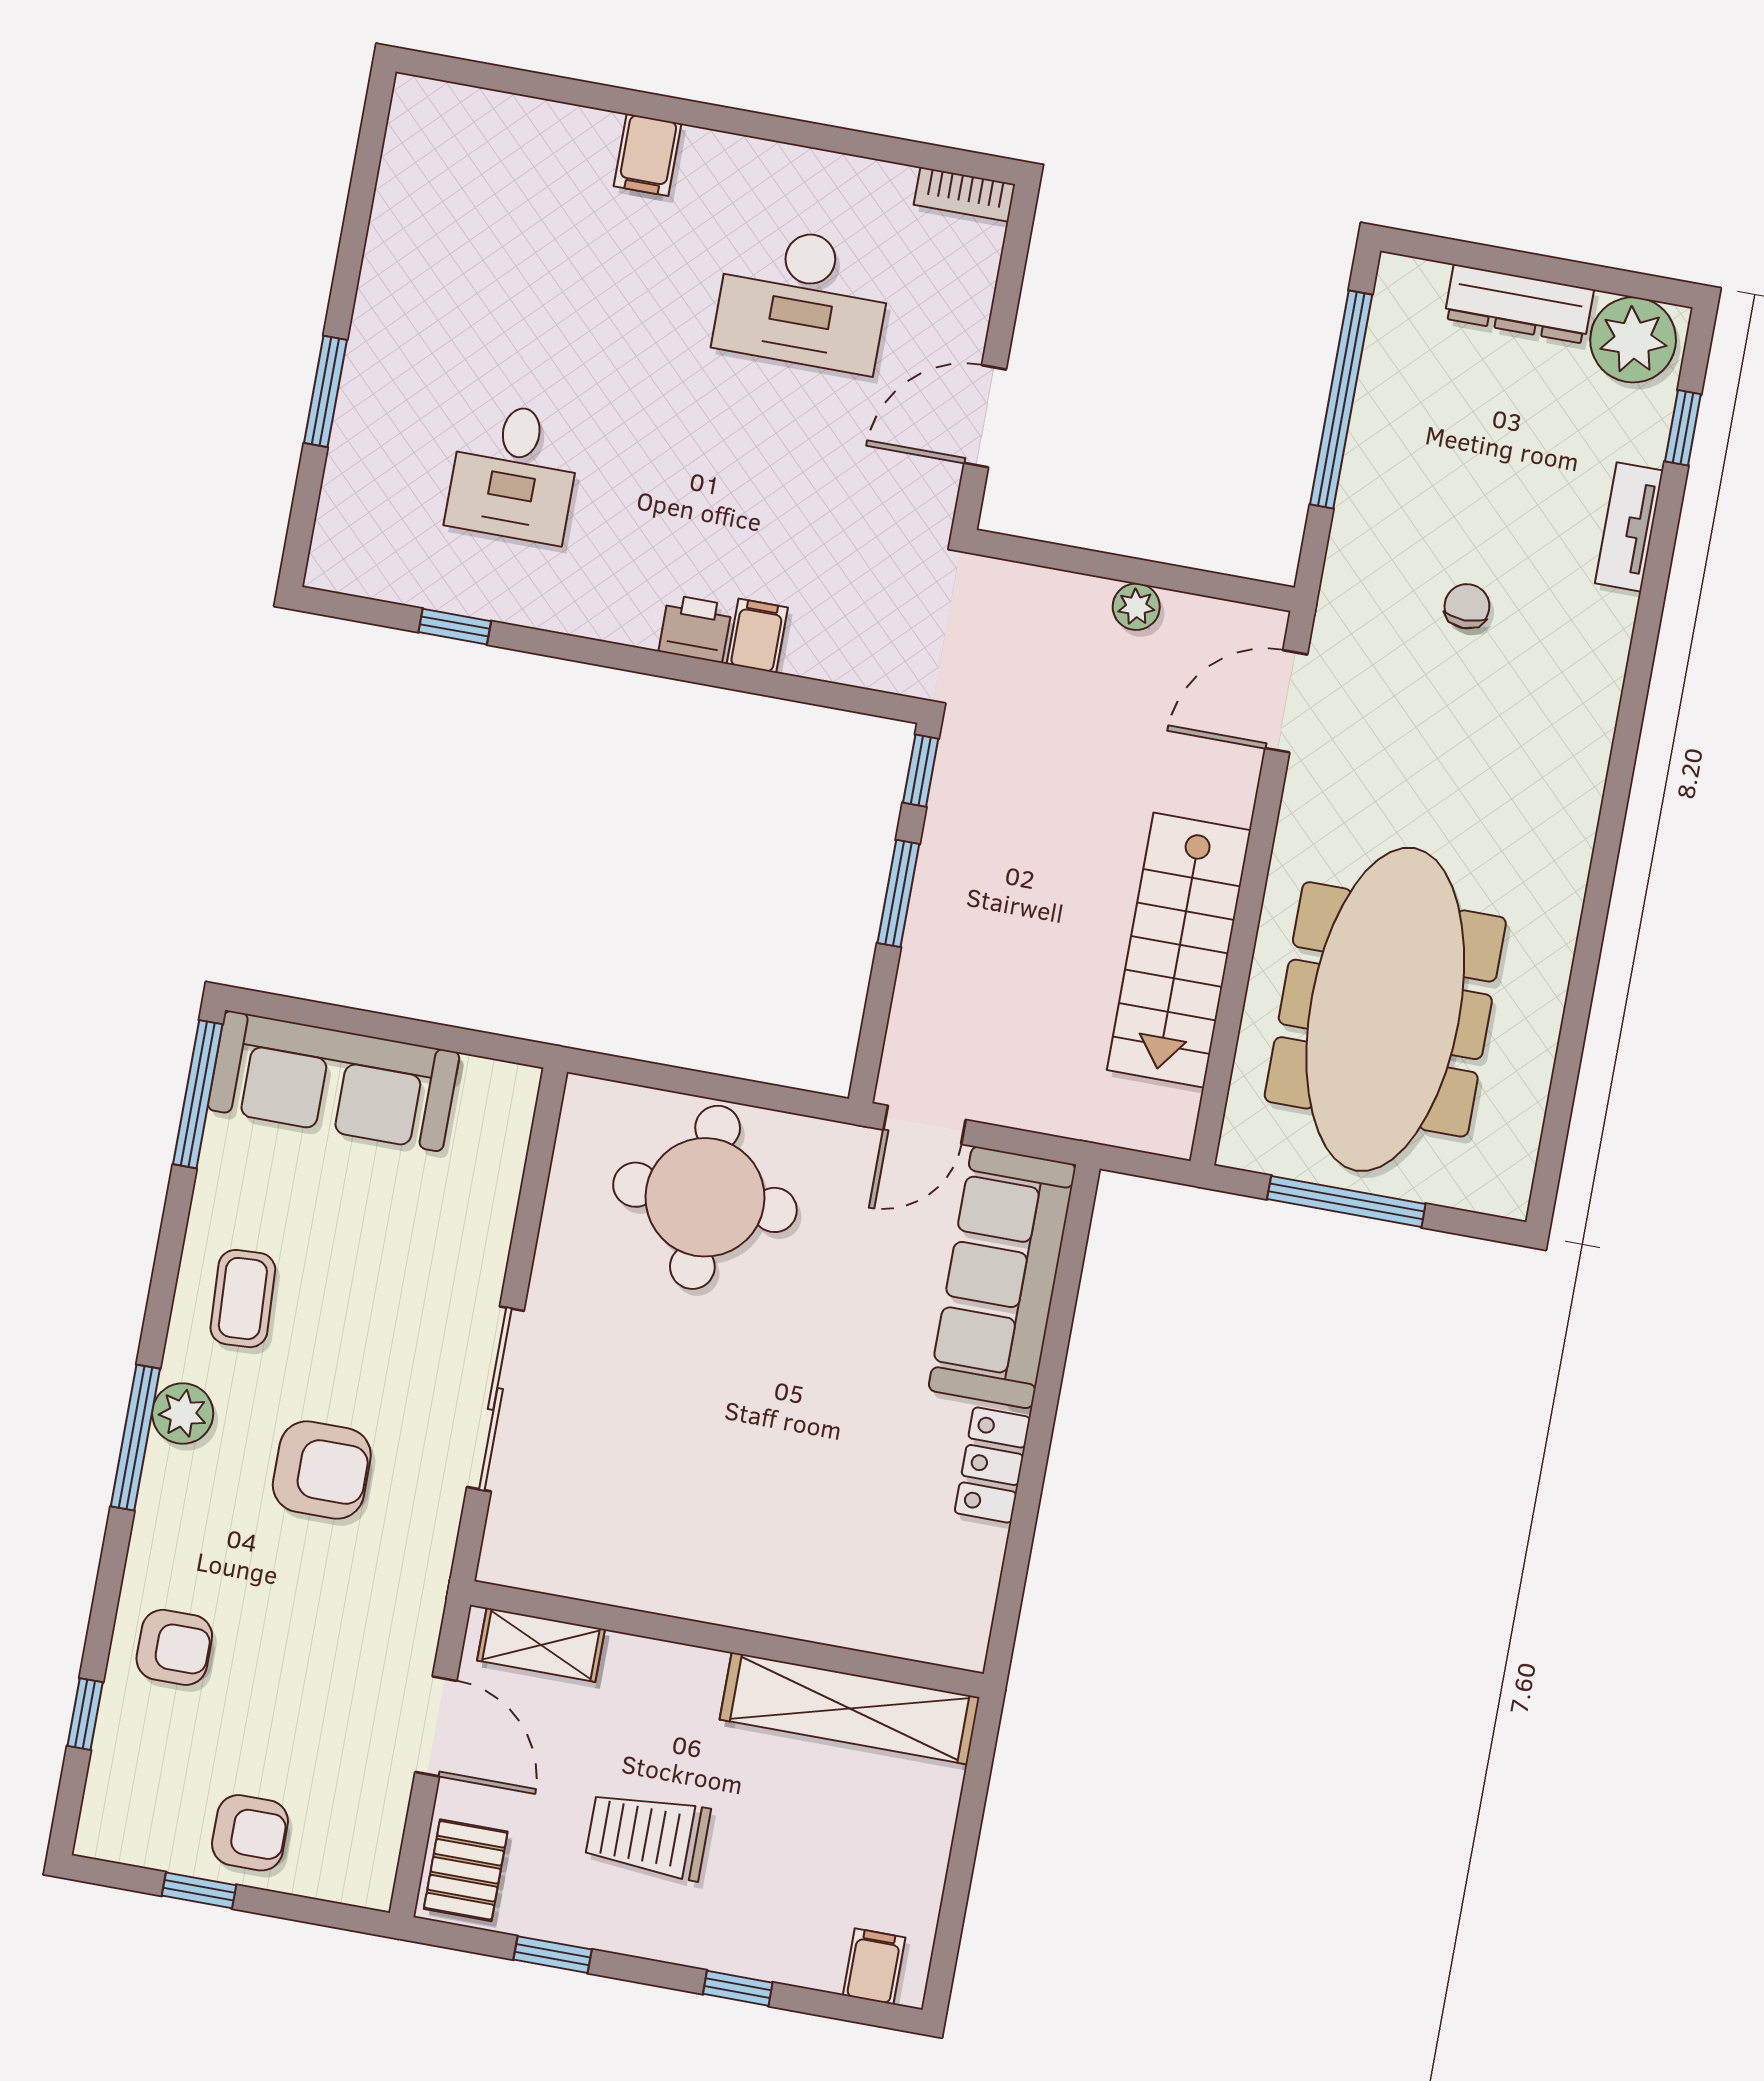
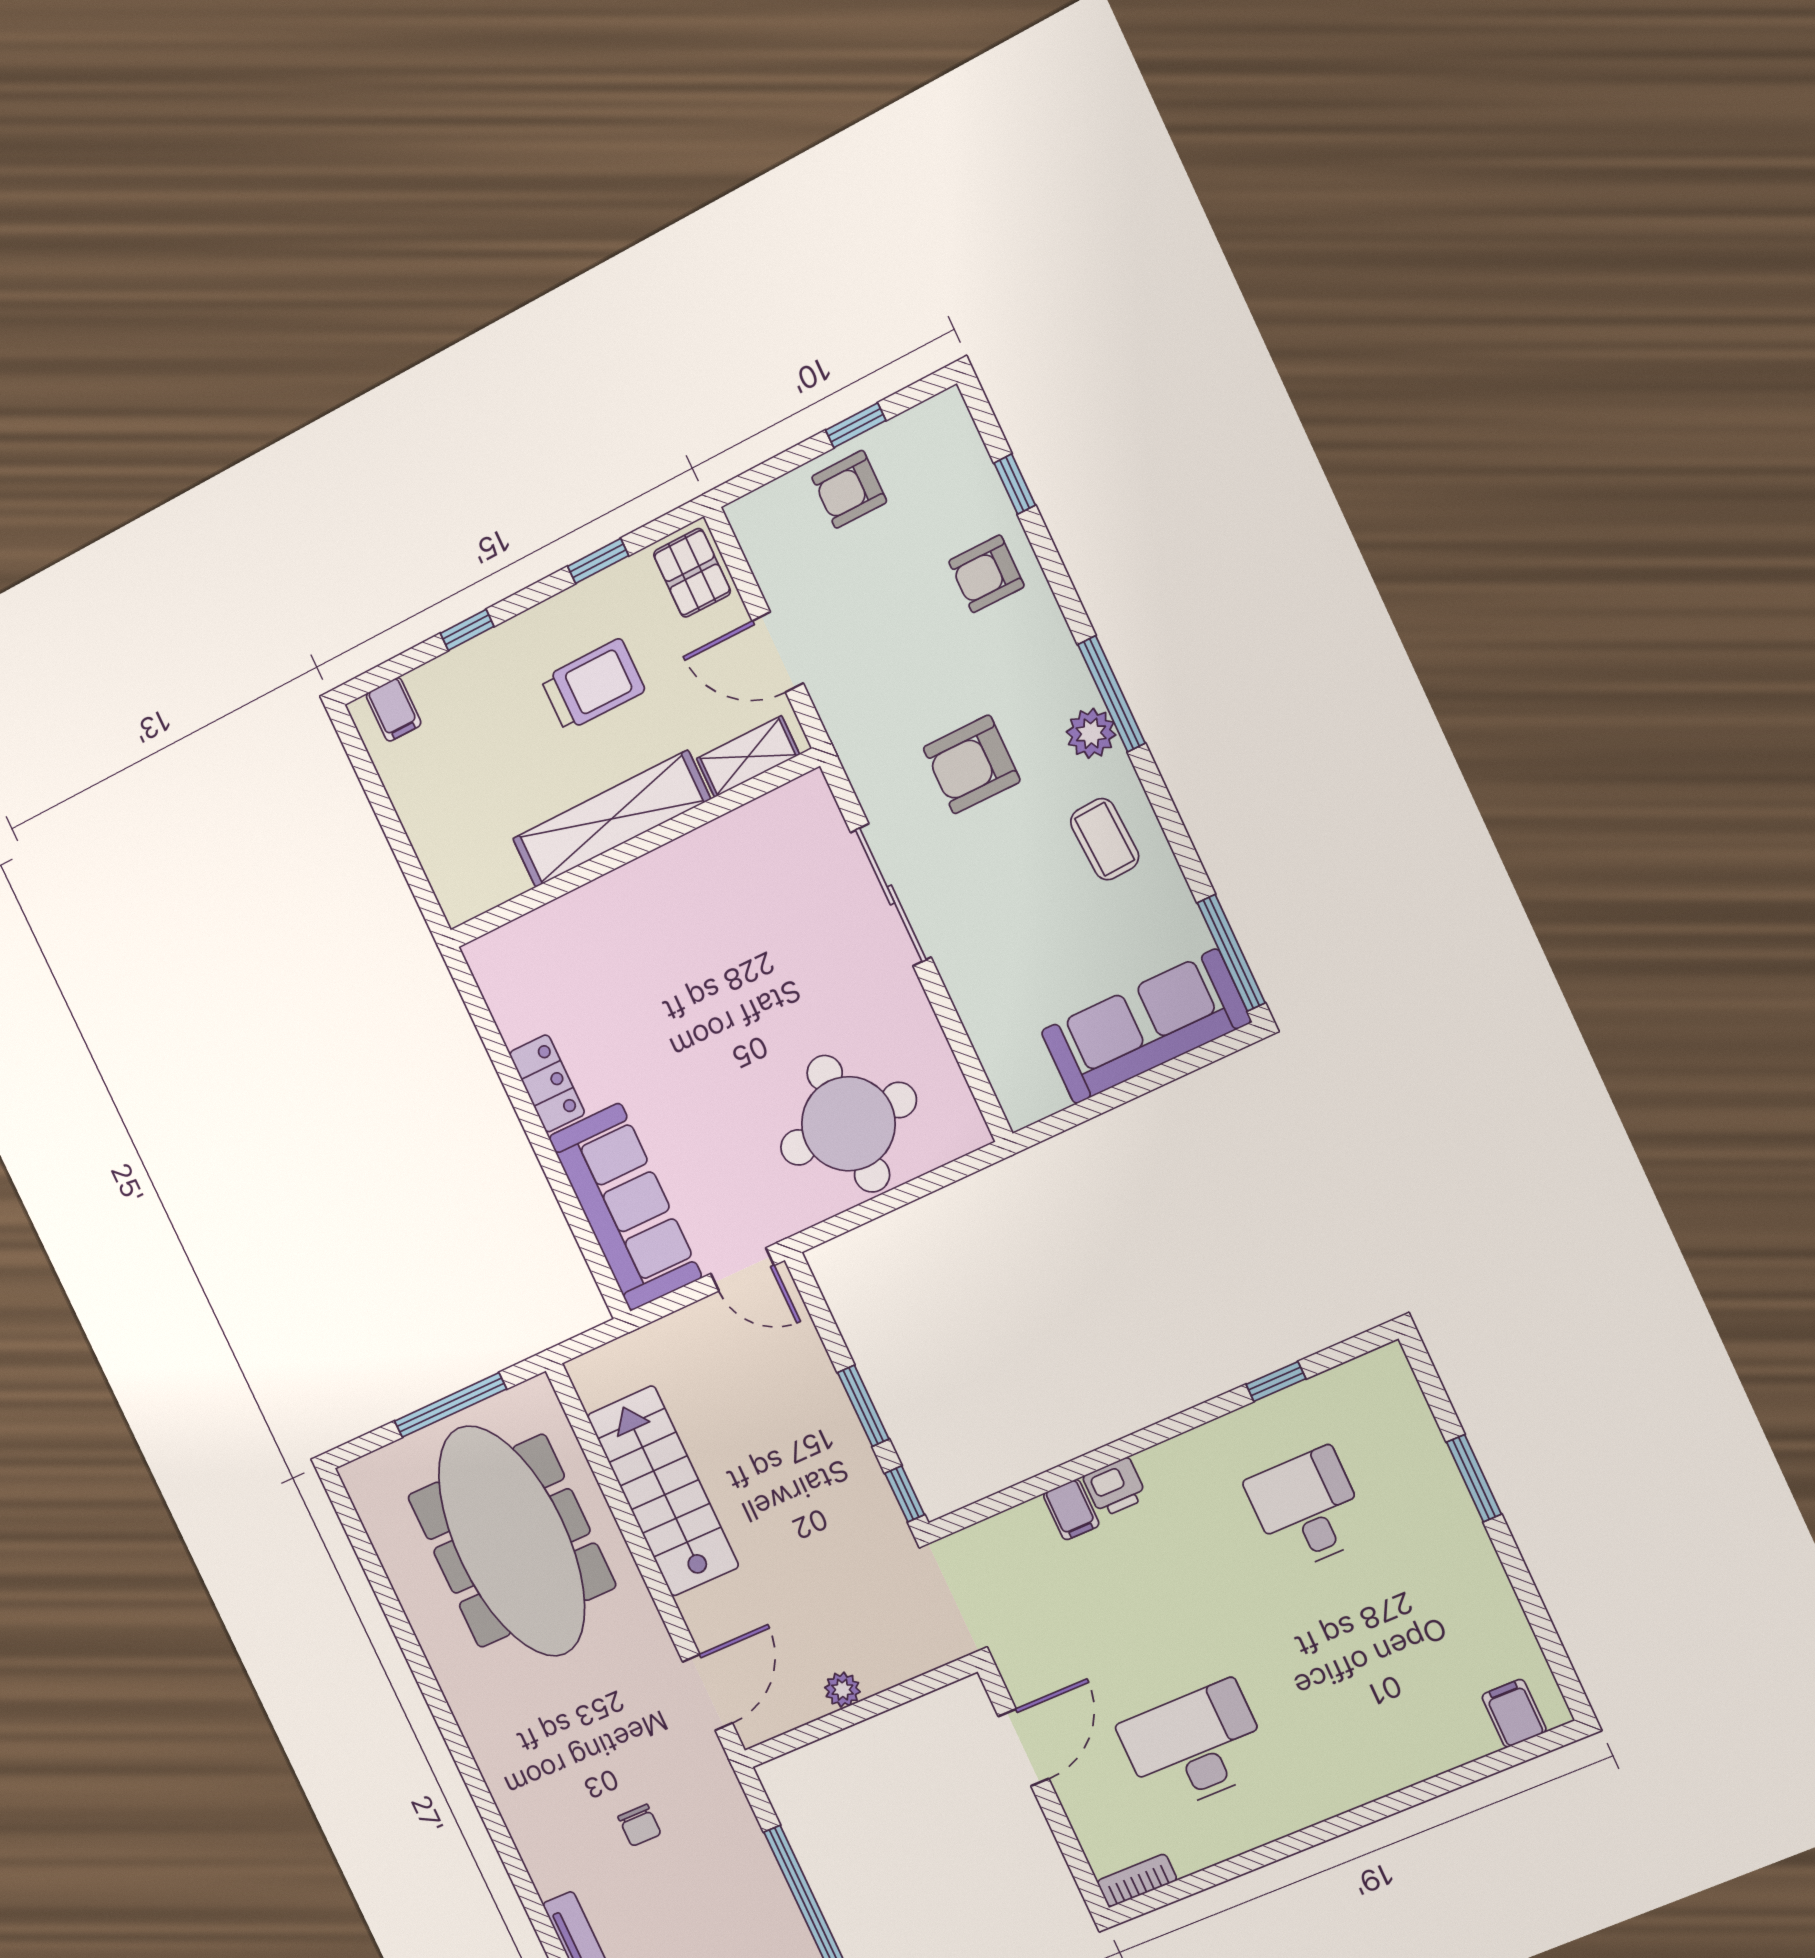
filing cabinet: (648, 155) -> (1514, 1713), moved
door: (925, 1125) -> (742, 1270), swing flipped
shelving: (850, 1708) -> (611, 819), moved

